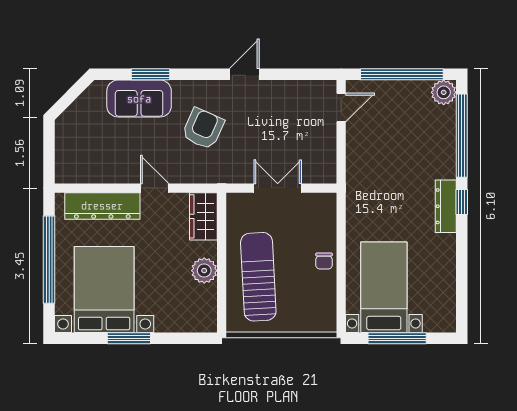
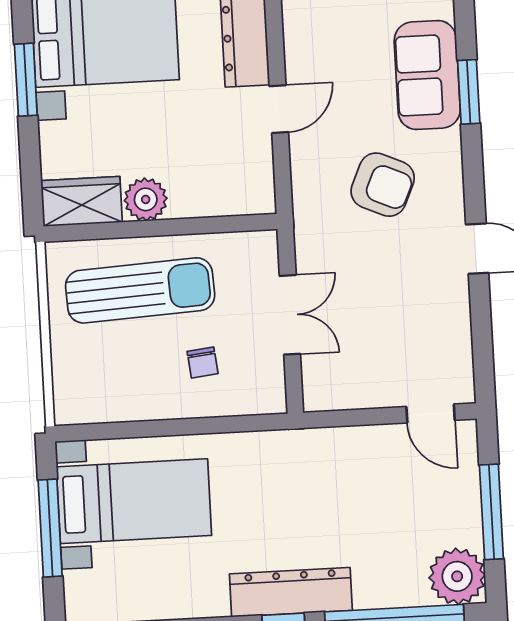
window: (402, 74) -> (491, 512), width x0.68
plant: (444, 92) -> (457, 576), width x1.36, depth x1.36
dresser: (446, 206) -> (291, 592), width x1.37, depth x1.24
wardrobe: (203, 216) -> (82, 201), moved
chair: (324, 261) -> (203, 363), moved, turned -96

